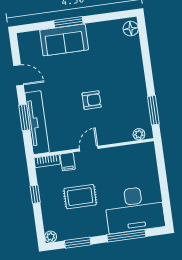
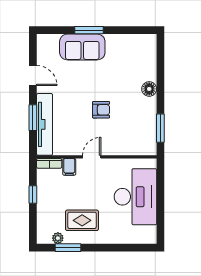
floor lamp: (131, 29) -> (149, 89), moved
plant: (139, 134) -> (143, 150), removed
rug: (80, 197) -> (82, 220), moved
desk: (135, 209) -> (135, 197), moved, turned -90
window: (126, 236) -> (117, 248), removed
plant: (51, 237) -> (58, 238), moved

